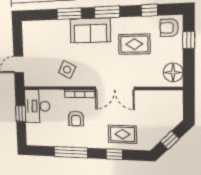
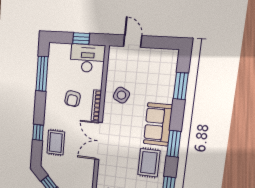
window: (69, 14) -> (181, 86), moved
rug: (134, 44) -> (149, 163), moved
armchair: (76, 119) -> (73, 99), turned -82
window: (71, 152) -> (42, 74), moved

